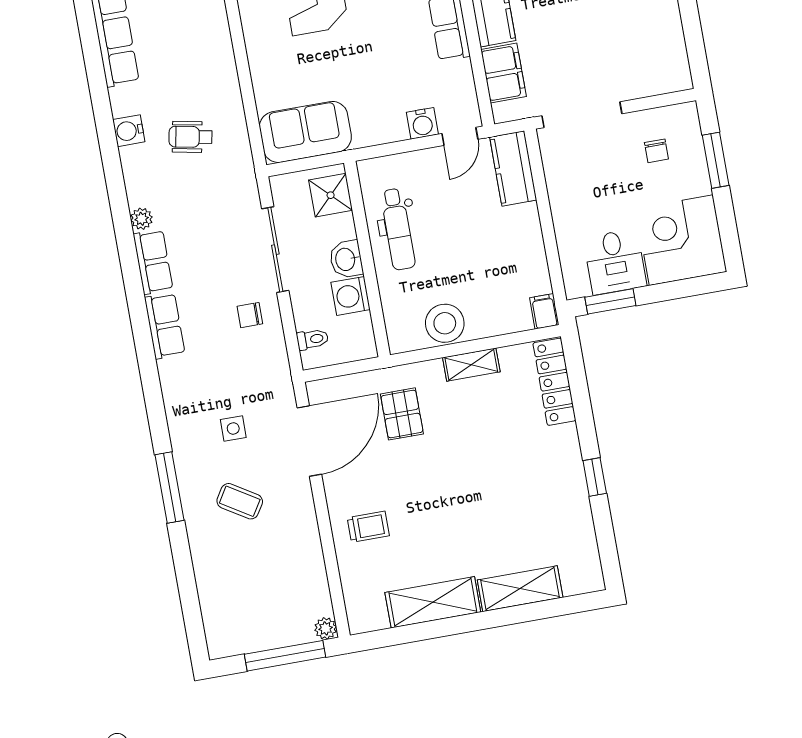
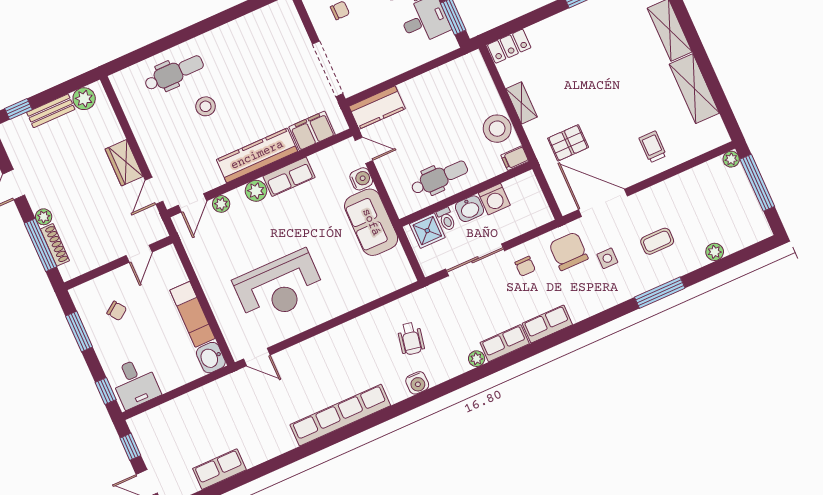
sofa: (305, 132) -> (371, 222), moved
filing cabinet: (544, 311) -> (515, 158), moved
toilet: (313, 339) -> (446, 219), moved, turned 180
chair: (256, 379) -> (569, 251), added
locker: (554, 382) -> (509, 46), width x0.66
coffee table: (240, 501) -> (657, 241), turned 58
plant: (206, 575) -> (715, 252), added

